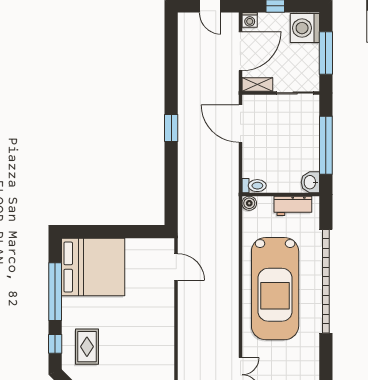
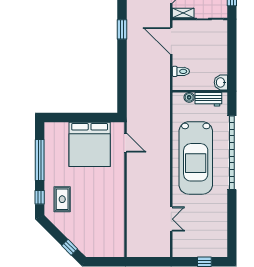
window: (171, 128) -> (122, 29), moved
window: (326, 145) -> (232, 56), removed
toilet: (254, 186) -> (181, 71), moved
boiler: (249, 203) -> (189, 97), moved
bed: (93, 267) -> (90, 144), moved, turned 90

